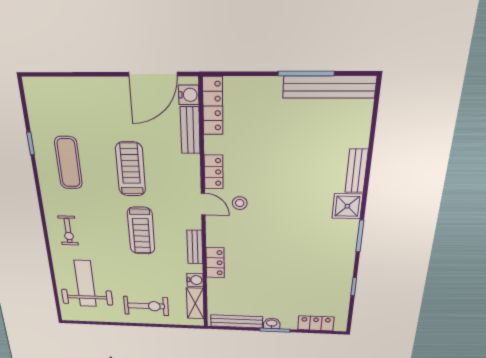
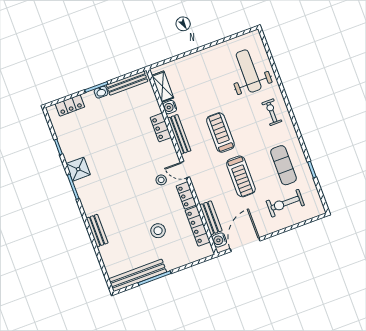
locker: (213, 106) -> (198, 226), moved
stool: (272, 140) -> (158, 231), added
shower: (347, 206) -> (78, 169), moved
bench: (195, 247) -> (179, 134), width x1.36
weight bench: (85, 284) -> (249, 71), turned 180
exercise bike: (146, 306) -> (285, 203), moved

